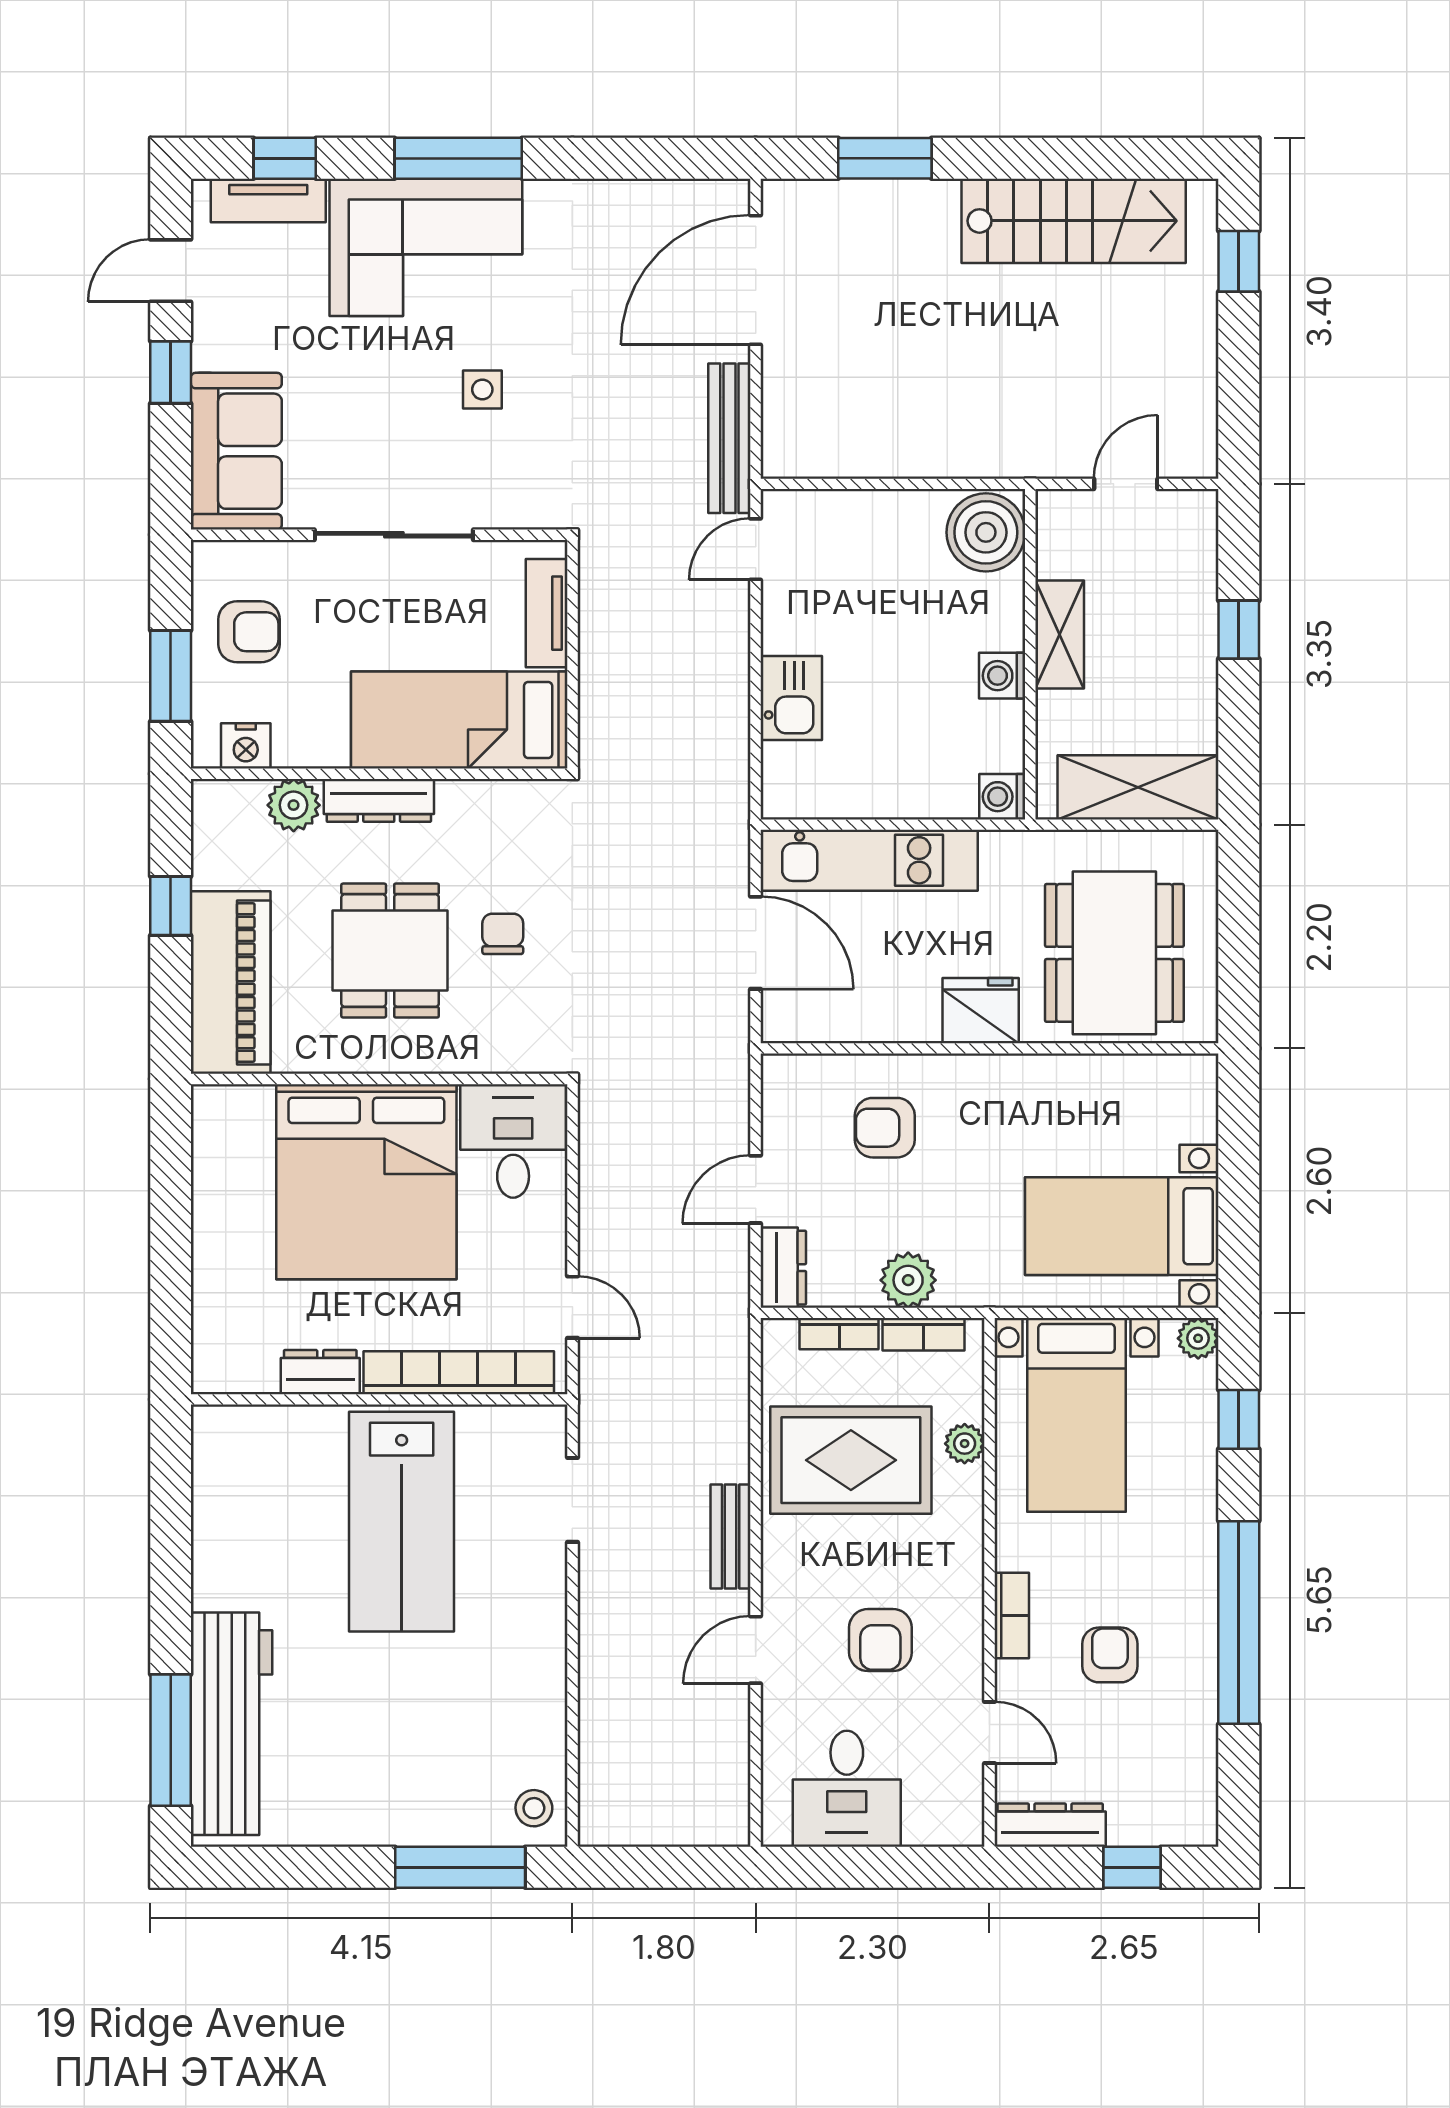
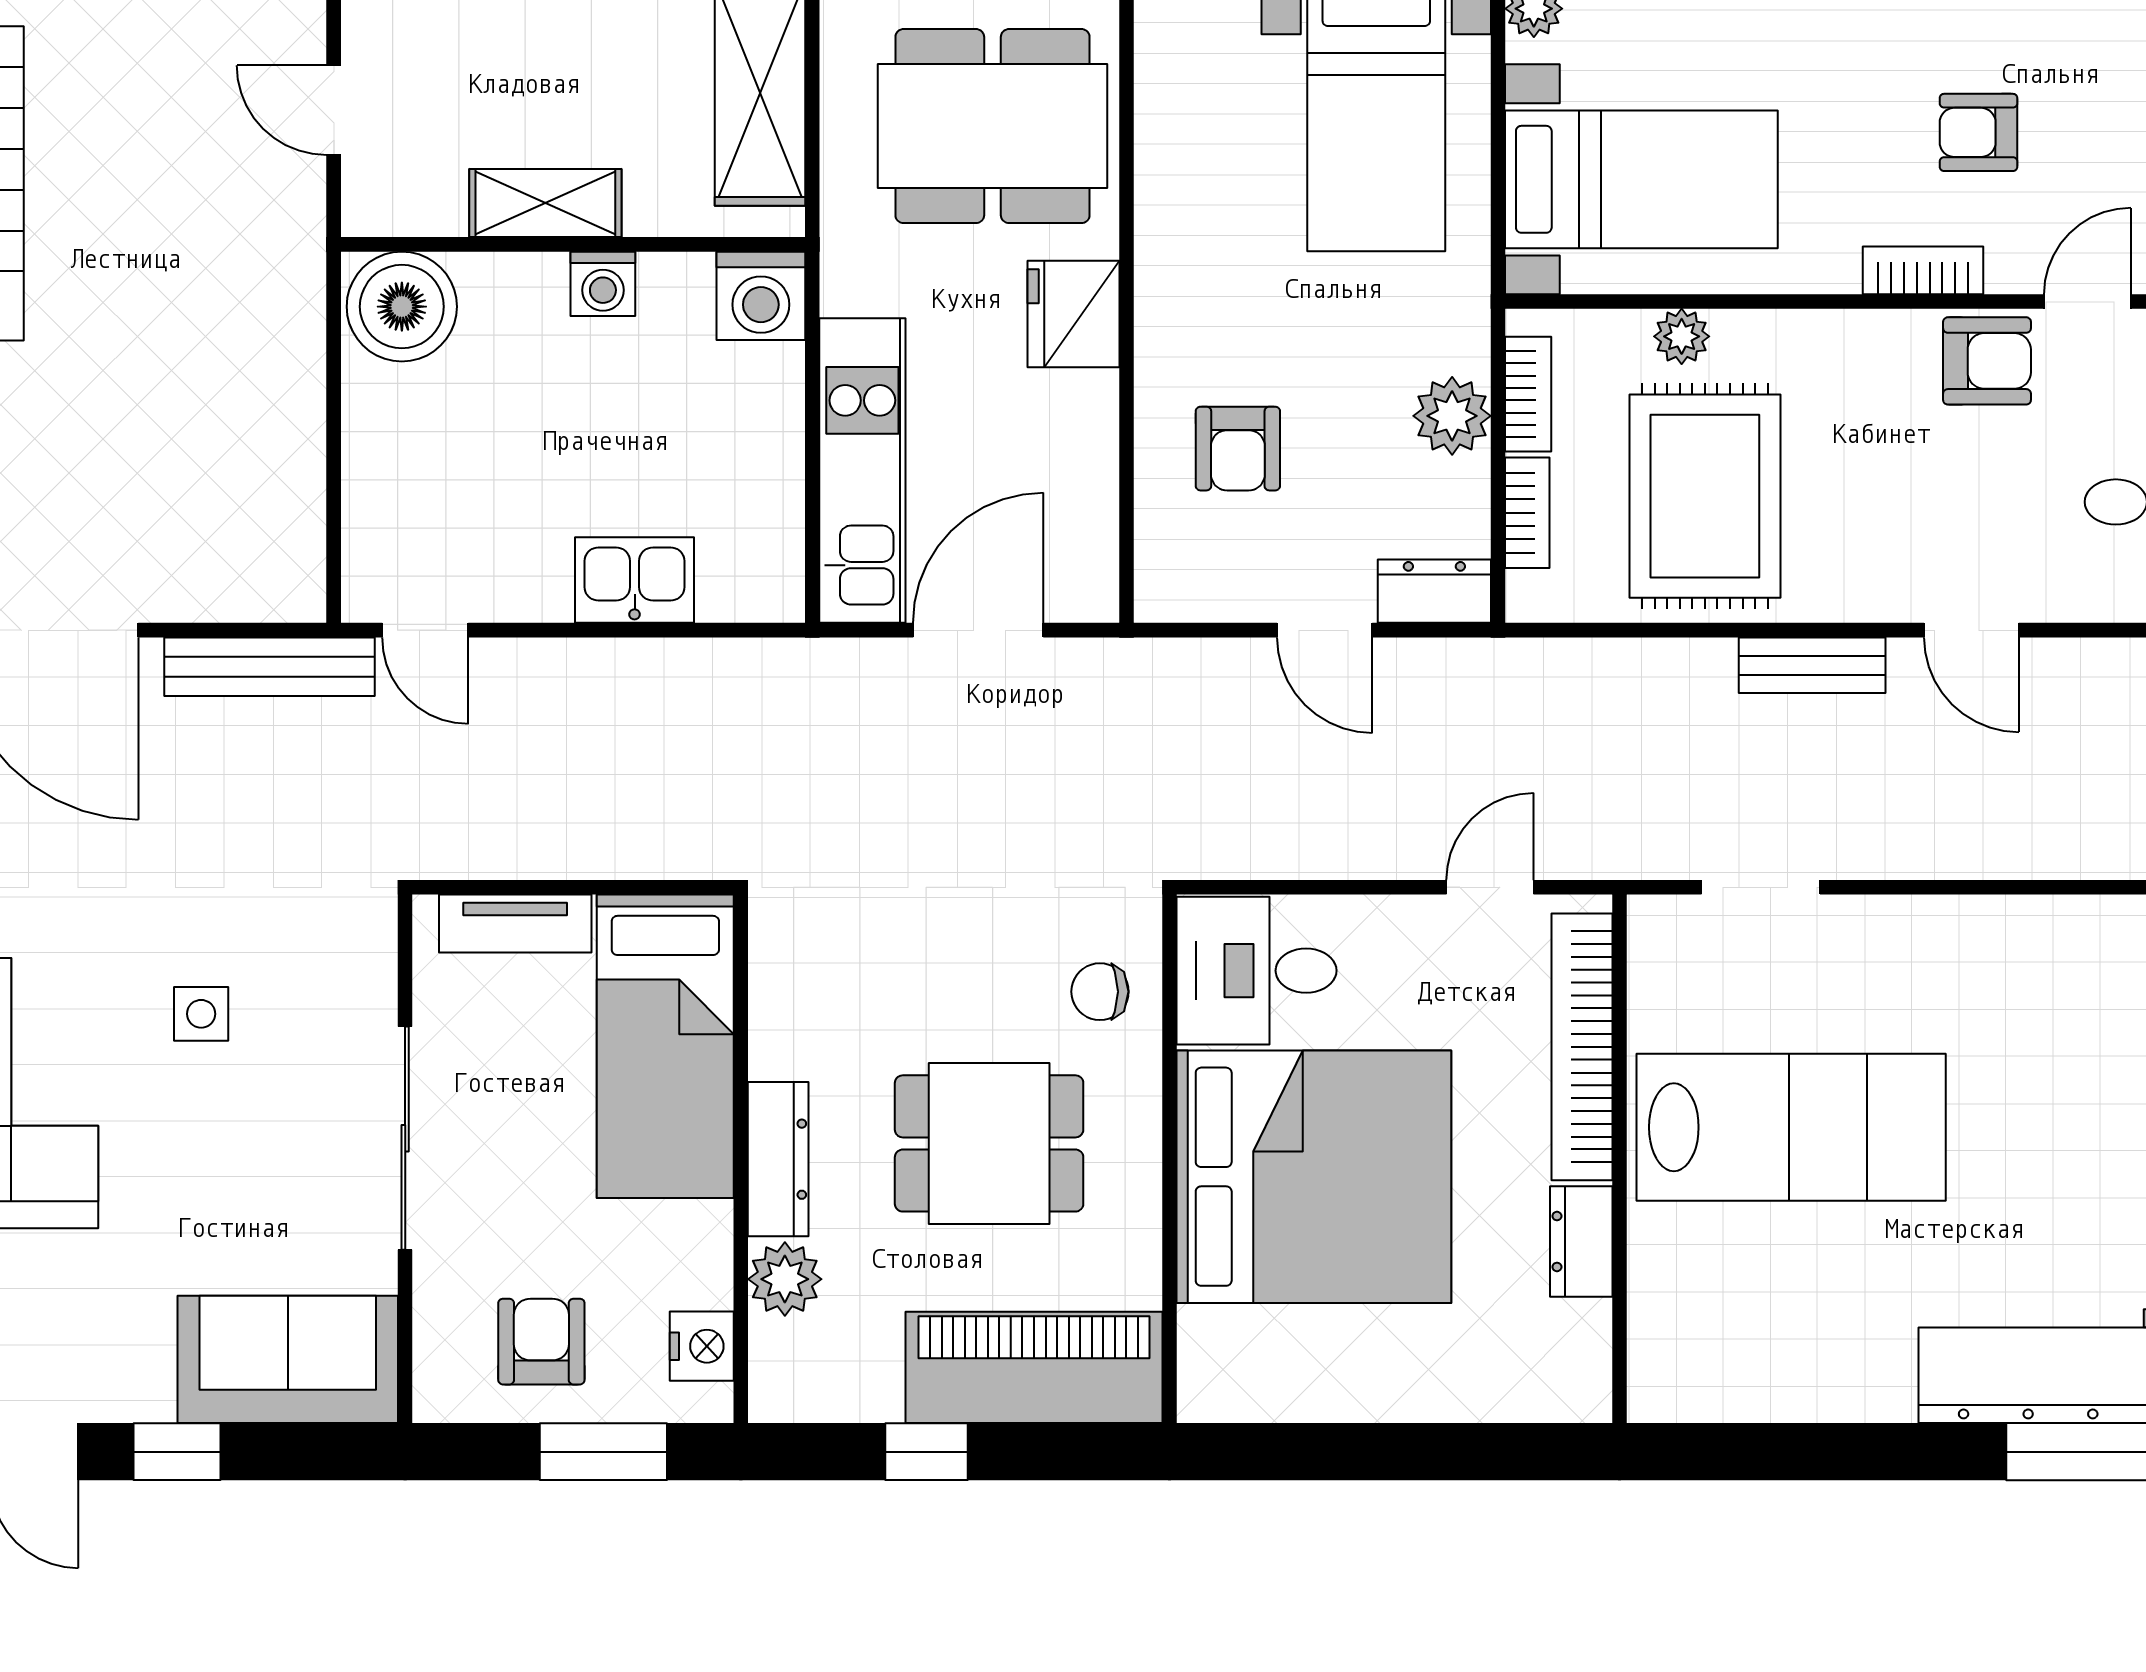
washing machine: (1002, 797) -> (761, 296), width x1.38, depth x1.38
chair: (503, 934) -> (1100, 992), moved
armchair: (880, 1640) -> (1987, 361), moved

